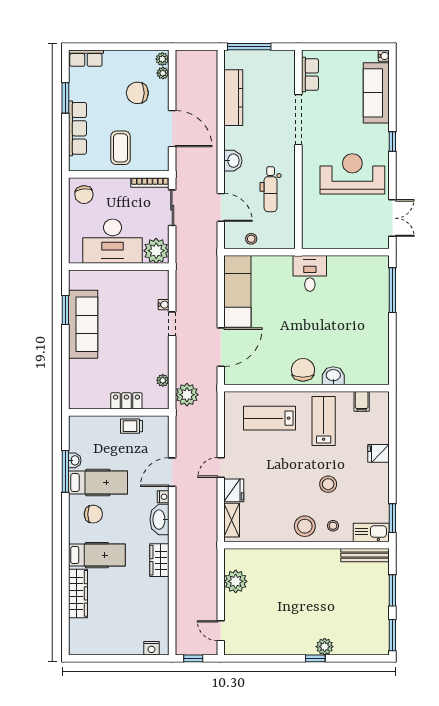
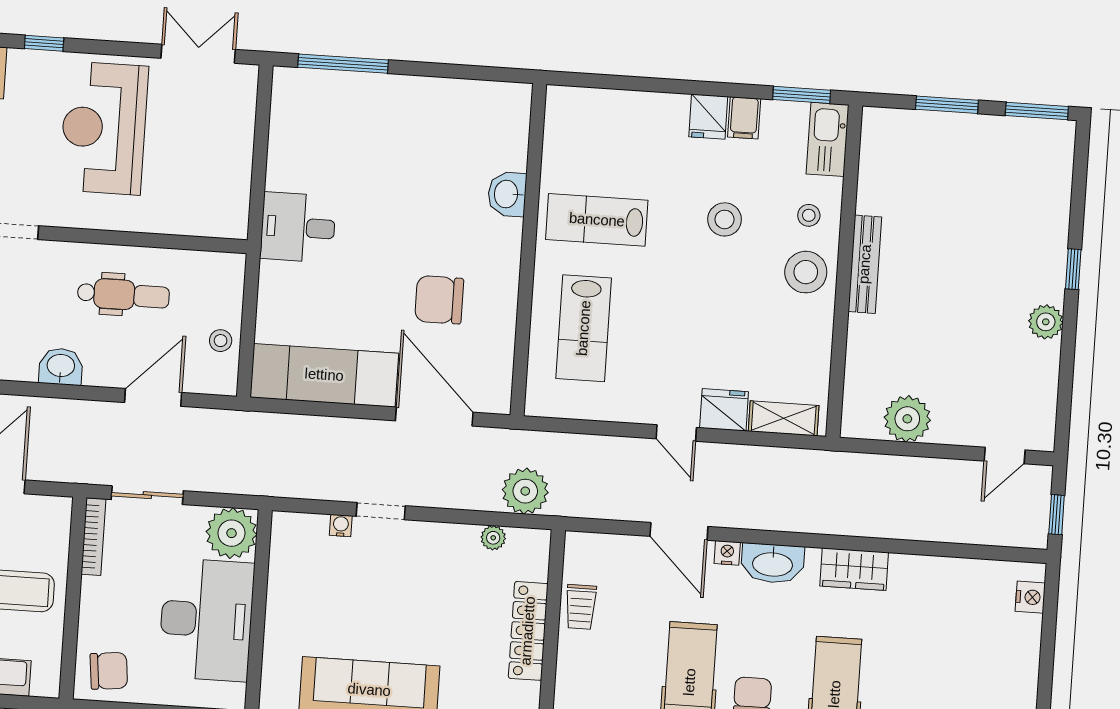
chair: (303, 370) -> (439, 300), moved
locker: (126, 401) -> (528, 631), width x1.53
filing cabinet: (362, 401) -> (744, 118), moved, turned 90
fridge: (378, 453) -> (708, 117), moved
bench: (365, 555) -> (865, 264), moved
plant: (325, 647) -> (1046, 322), moved

